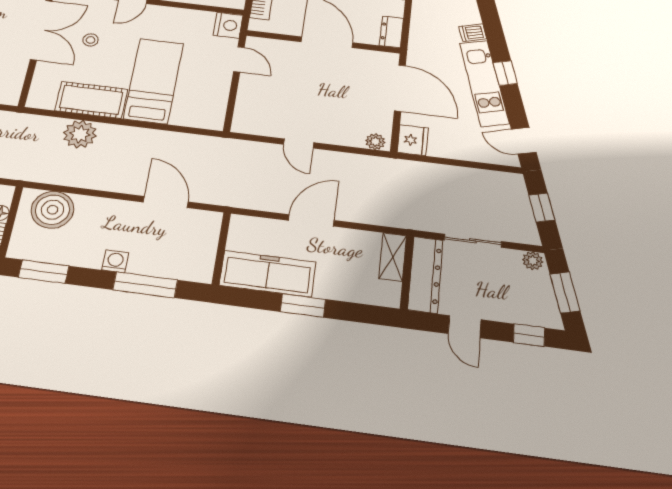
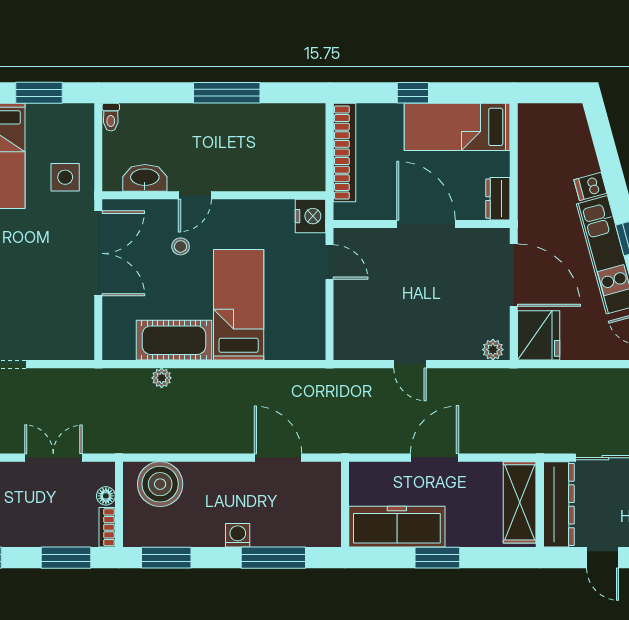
stool: (90, 40) -> (181, 246), moved
plant: (80, 134) -> (162, 378), width x0.53, depth x0.53
fridge: (413, 140) -> (539, 335), width x1.36, depth x1.34
shelving: (393, 257) -> (520, 502), width x1.50, depth x1.33

